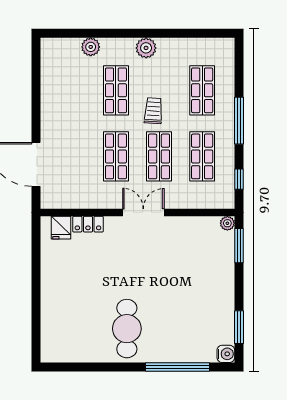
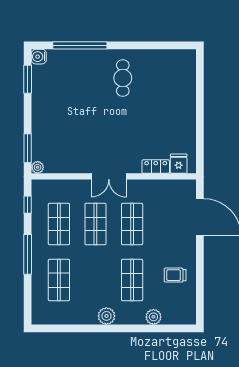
trolley: (153, 111) -> (175, 275), moved, turned 86
cafe table: (127, 329) -> (123, 78), width x0.73, depth x0.74

